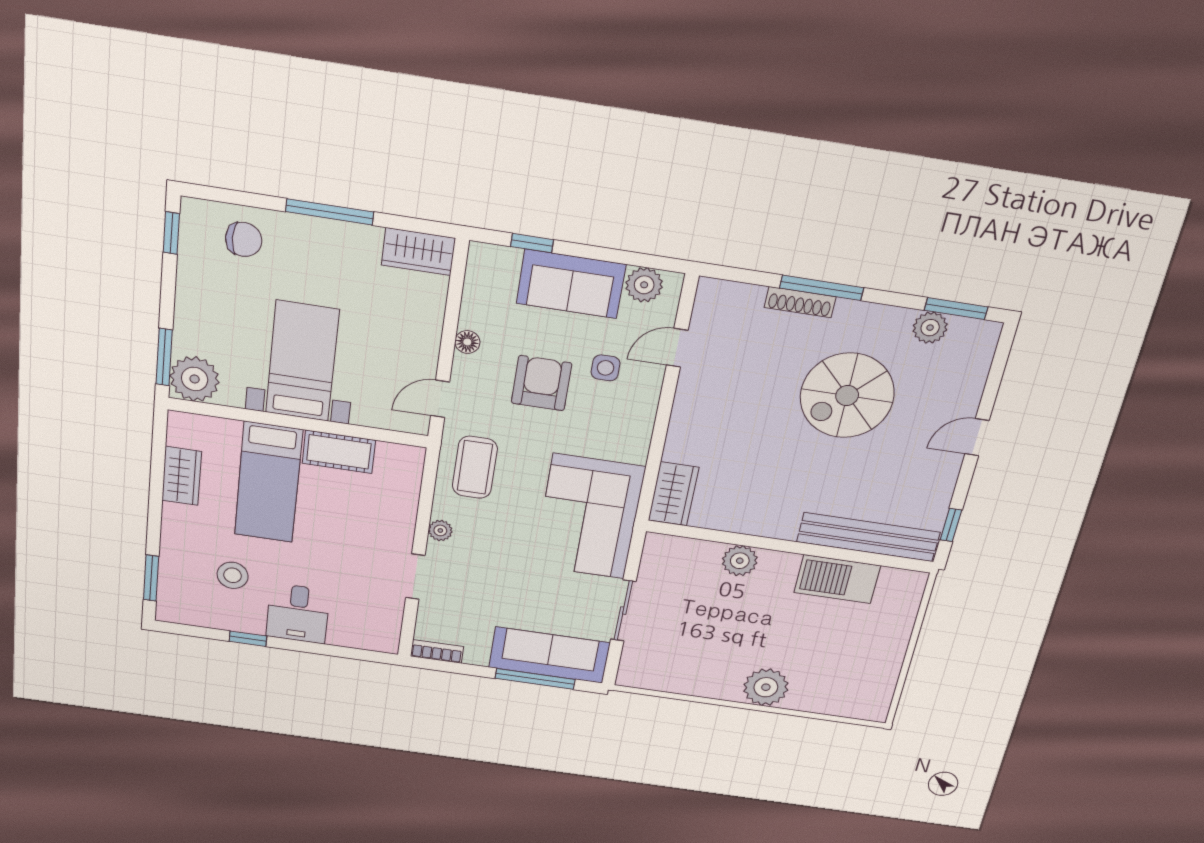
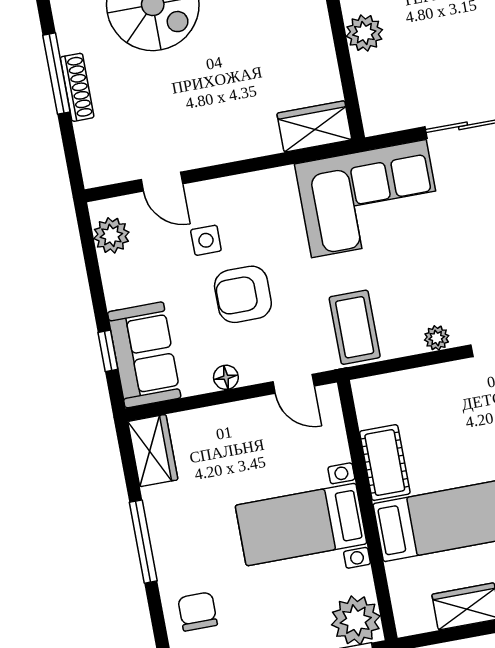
sofa: (571, 284) -> (144, 355), moved
coffee table: (475, 467) -> (355, 327), turned 90

